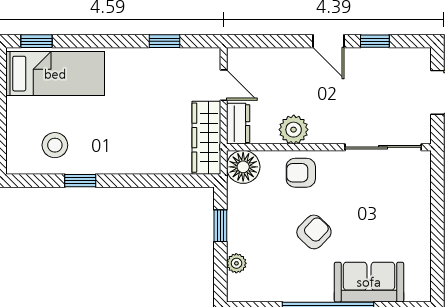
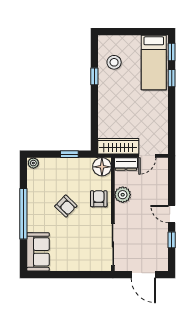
window: (165, 41) -> (172, 78), moved
door: (328, 41) -> (172, 214), hinge flipped
plant: (236, 263) -> (33, 163), moved
sofa: (369, 282) -> (38, 252), moved

